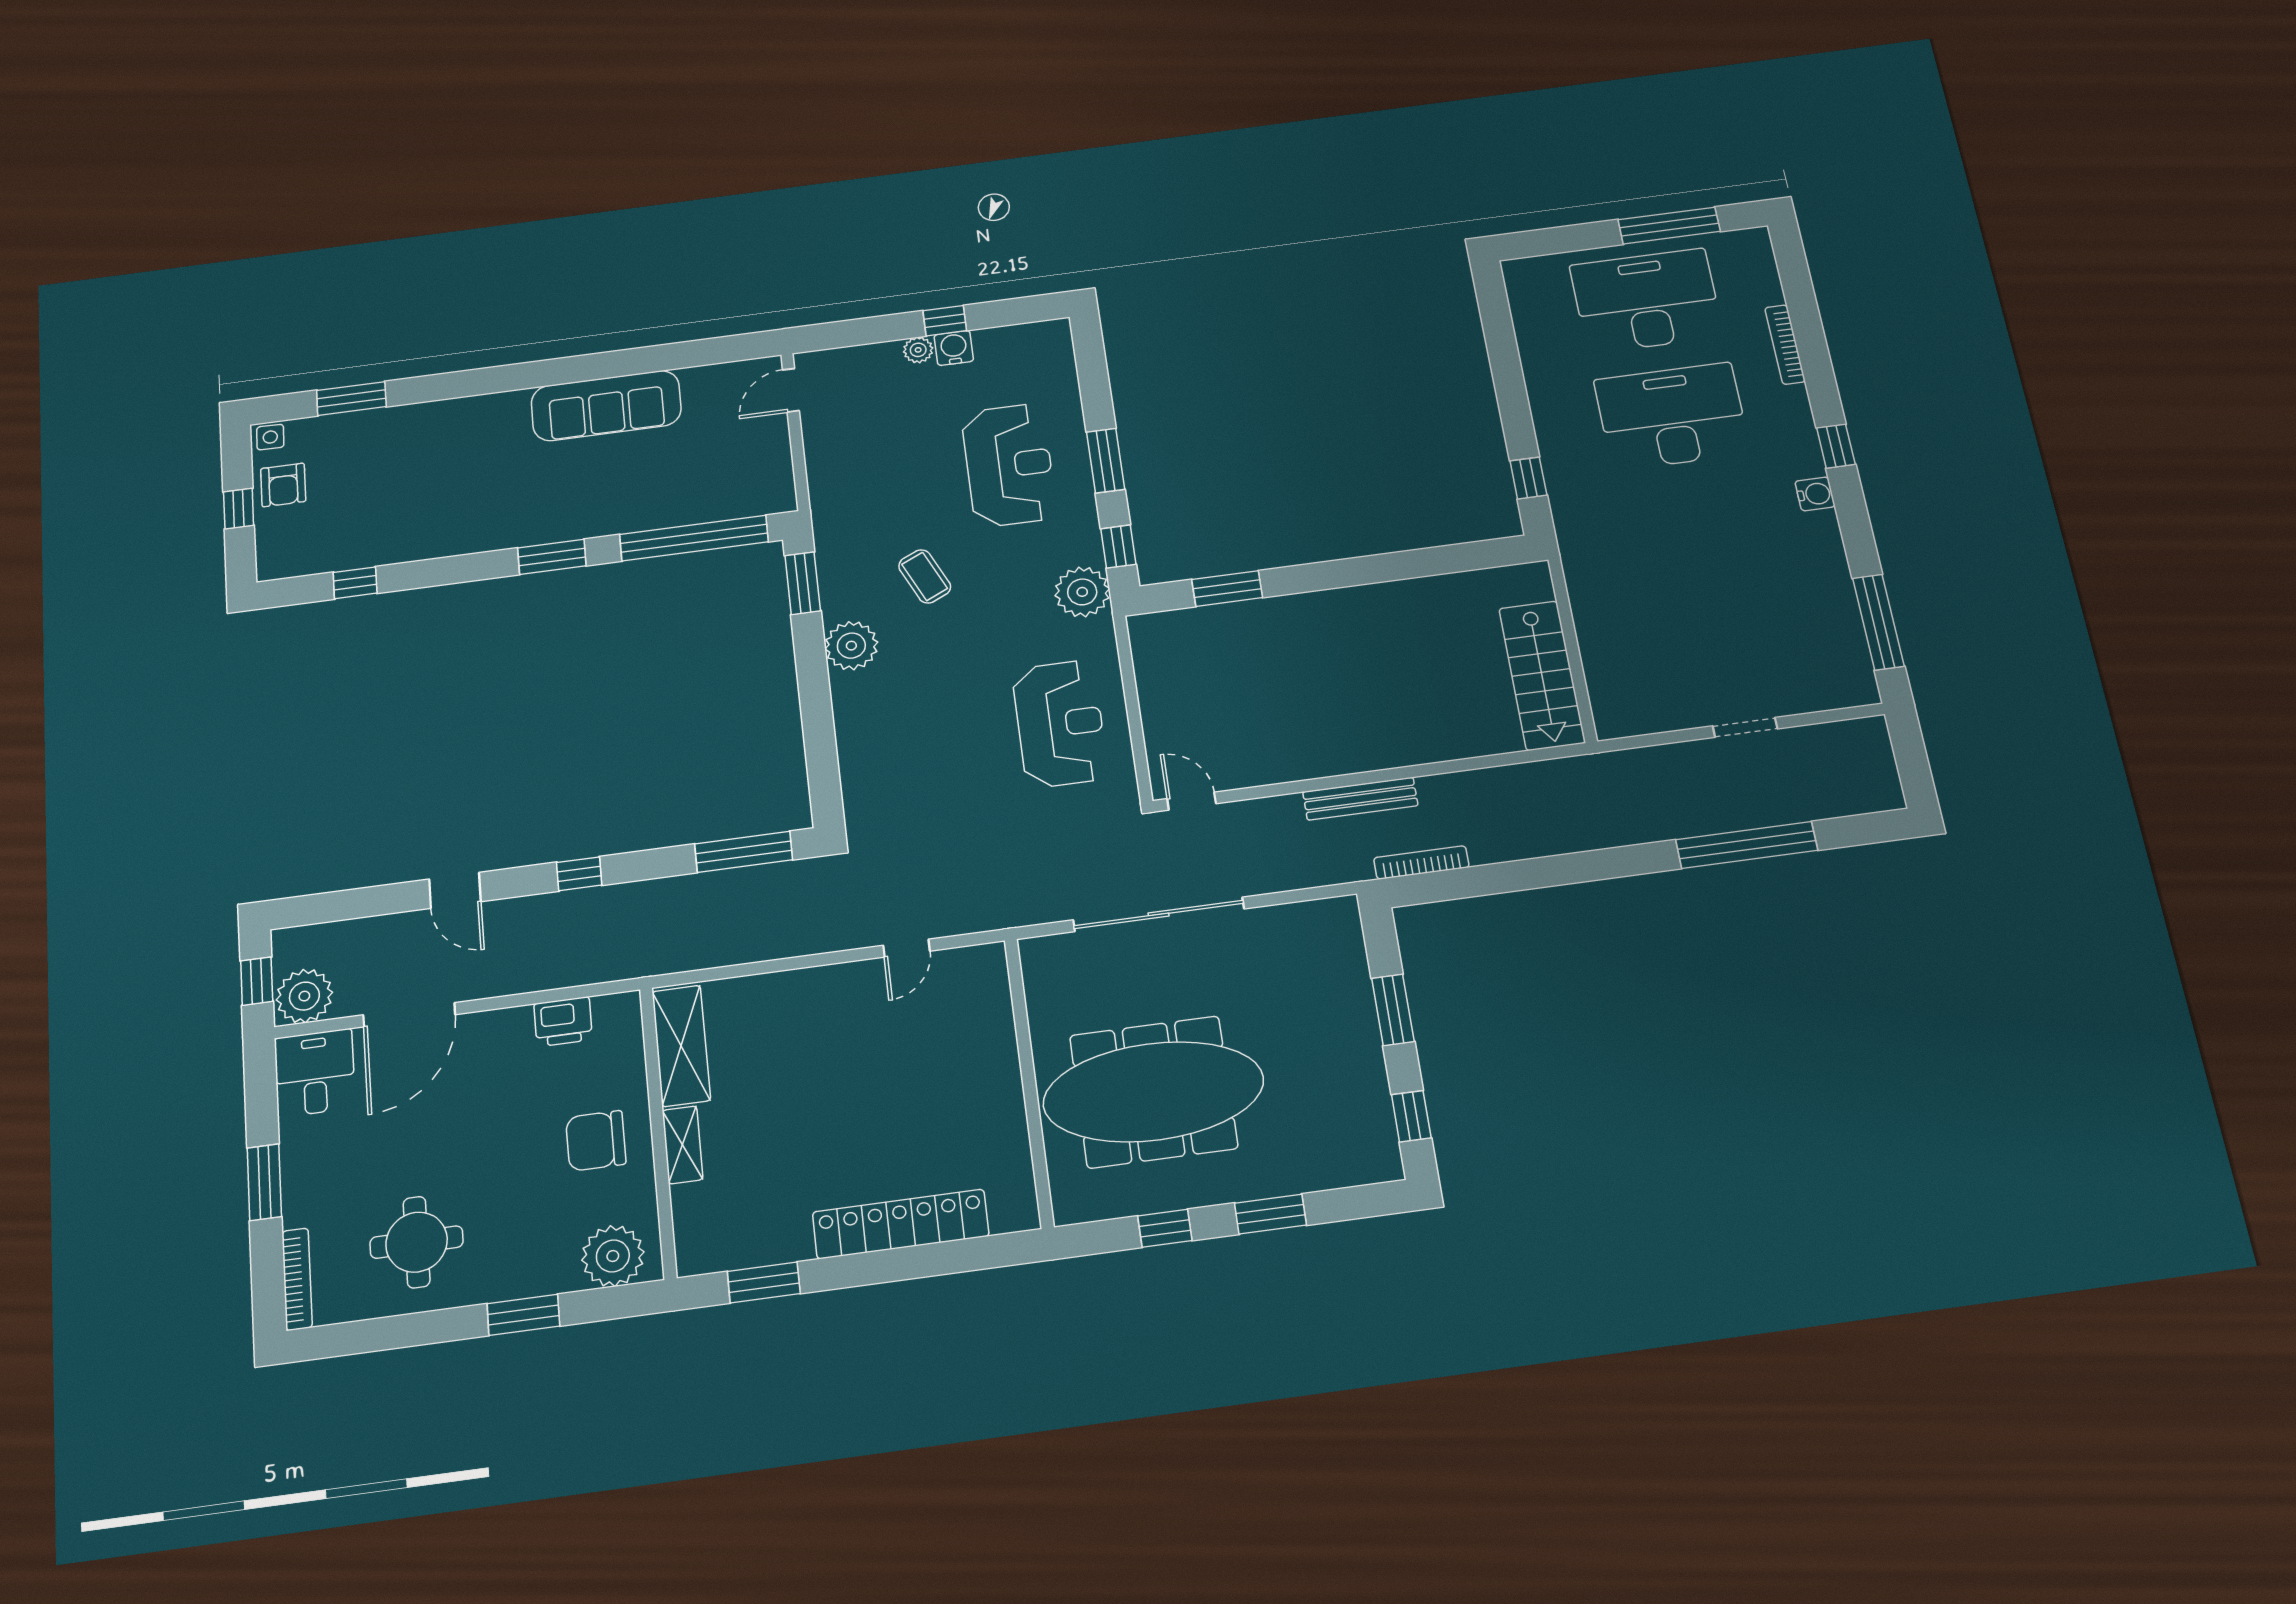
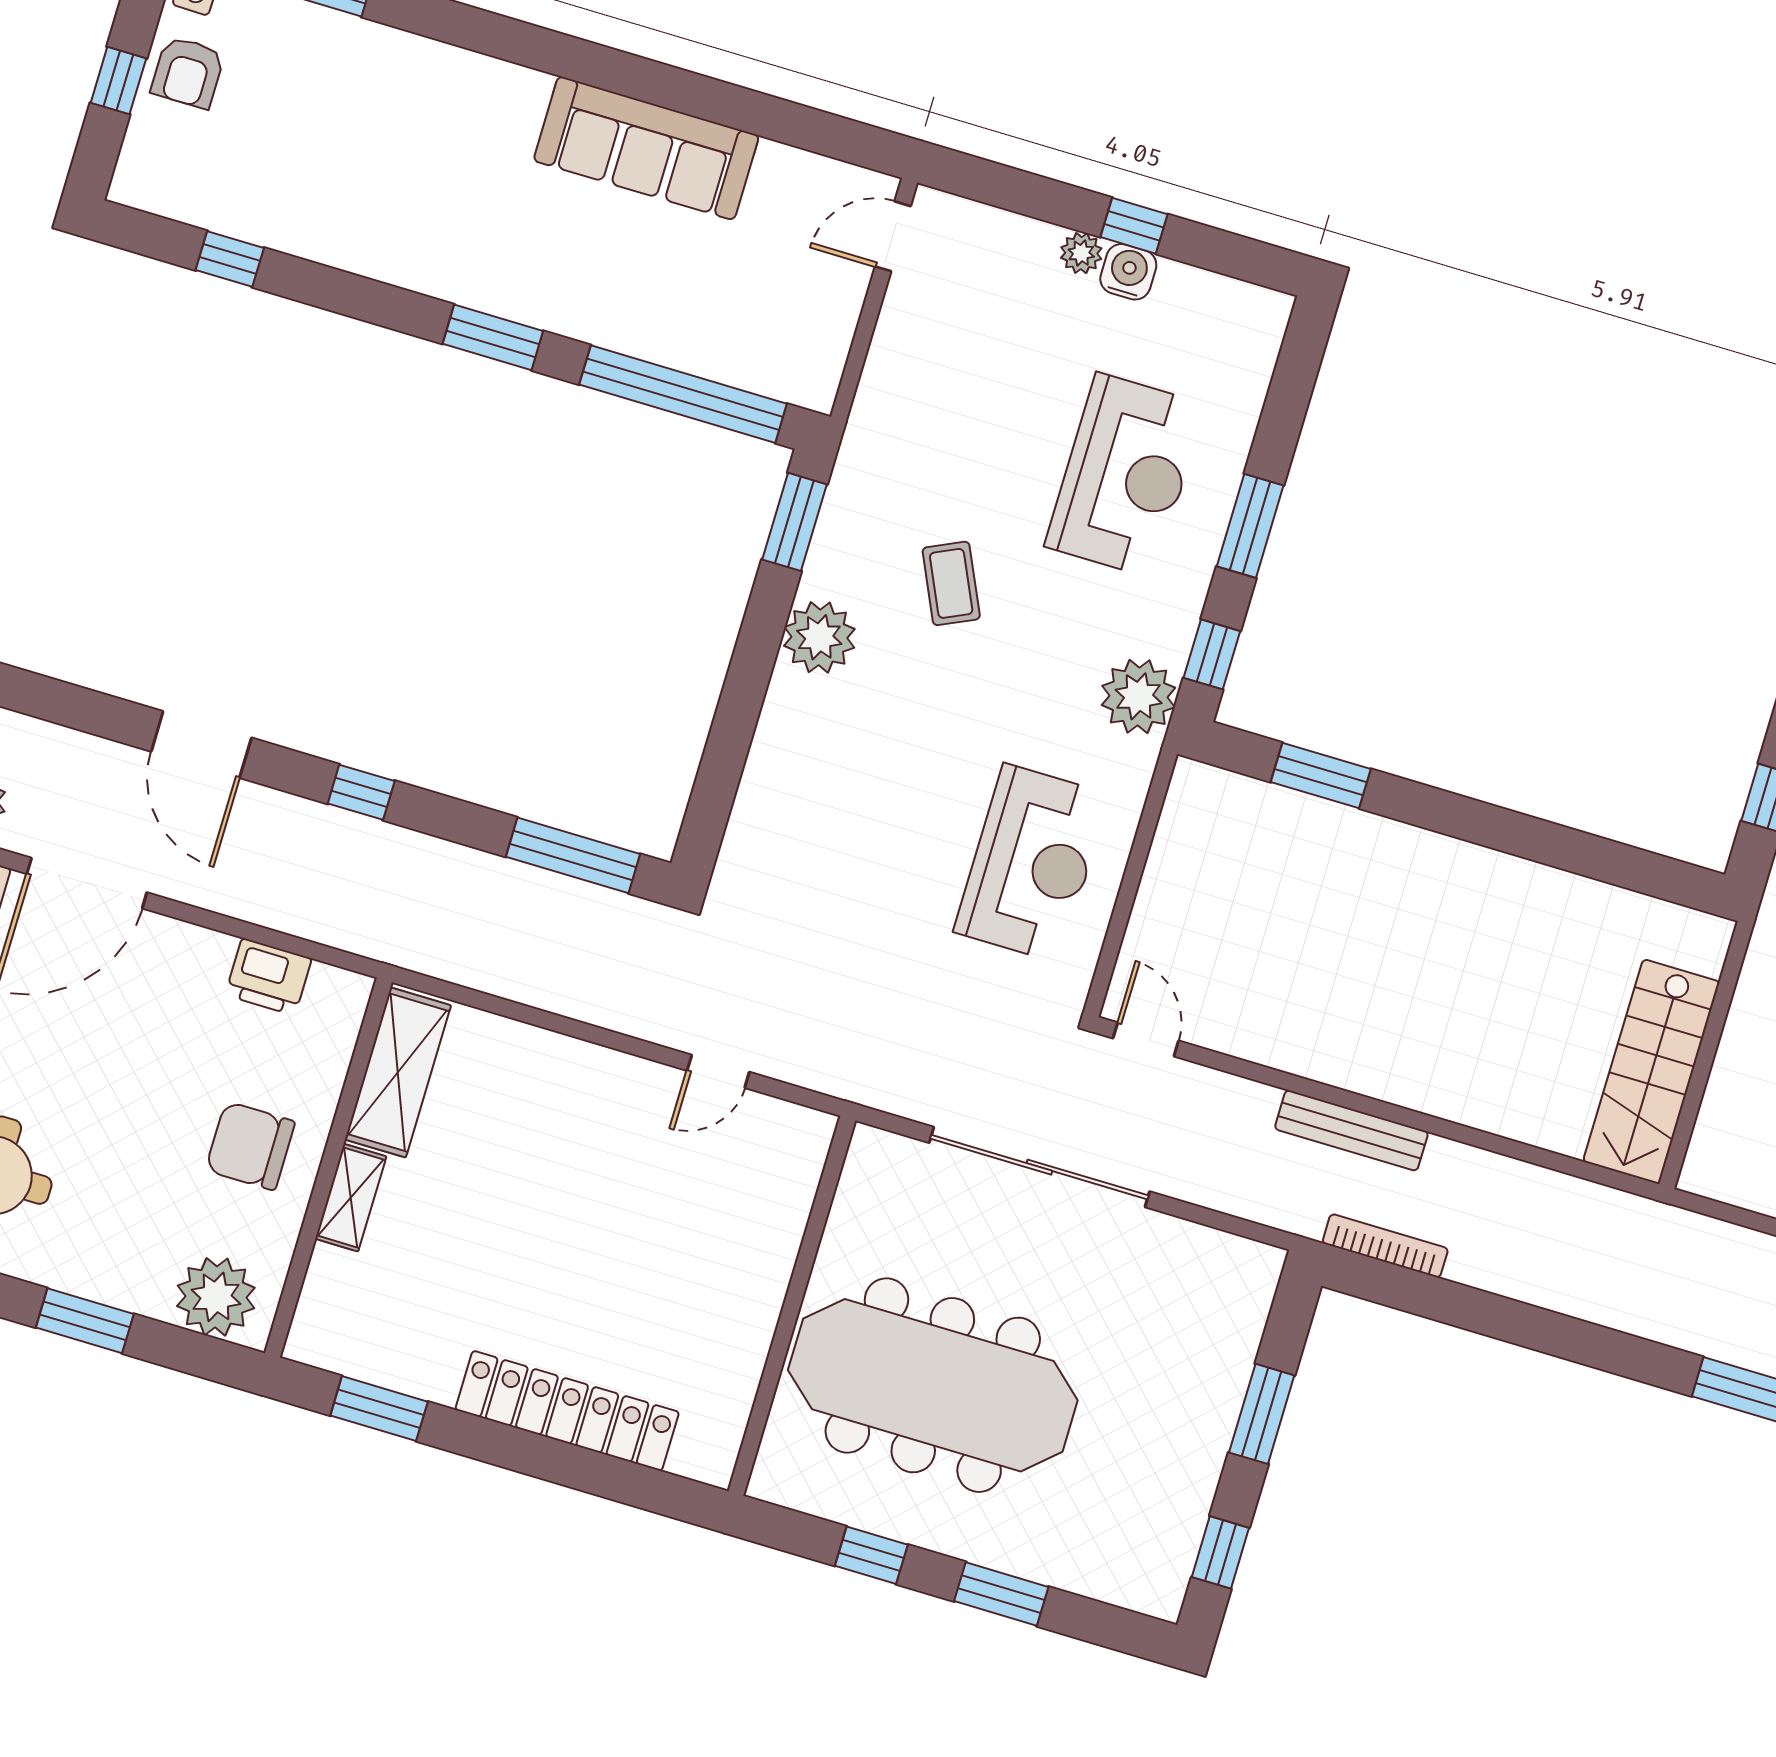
door: (455, 890) -> (201, 745), width x1.38

